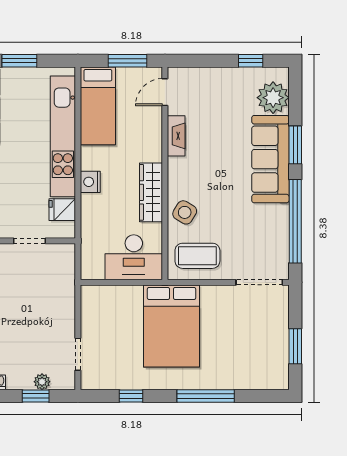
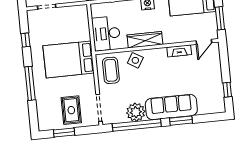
door: (165, 92) -> (204, 42), swing flipped
plant: (273, 98) -> (136, 112), moved
rug: (258, 330) -> (71, 110), added

